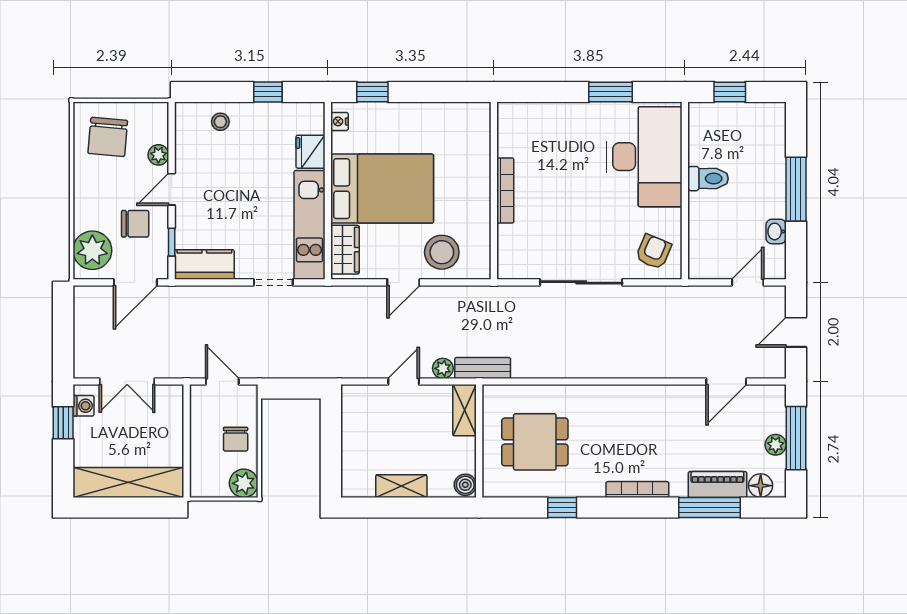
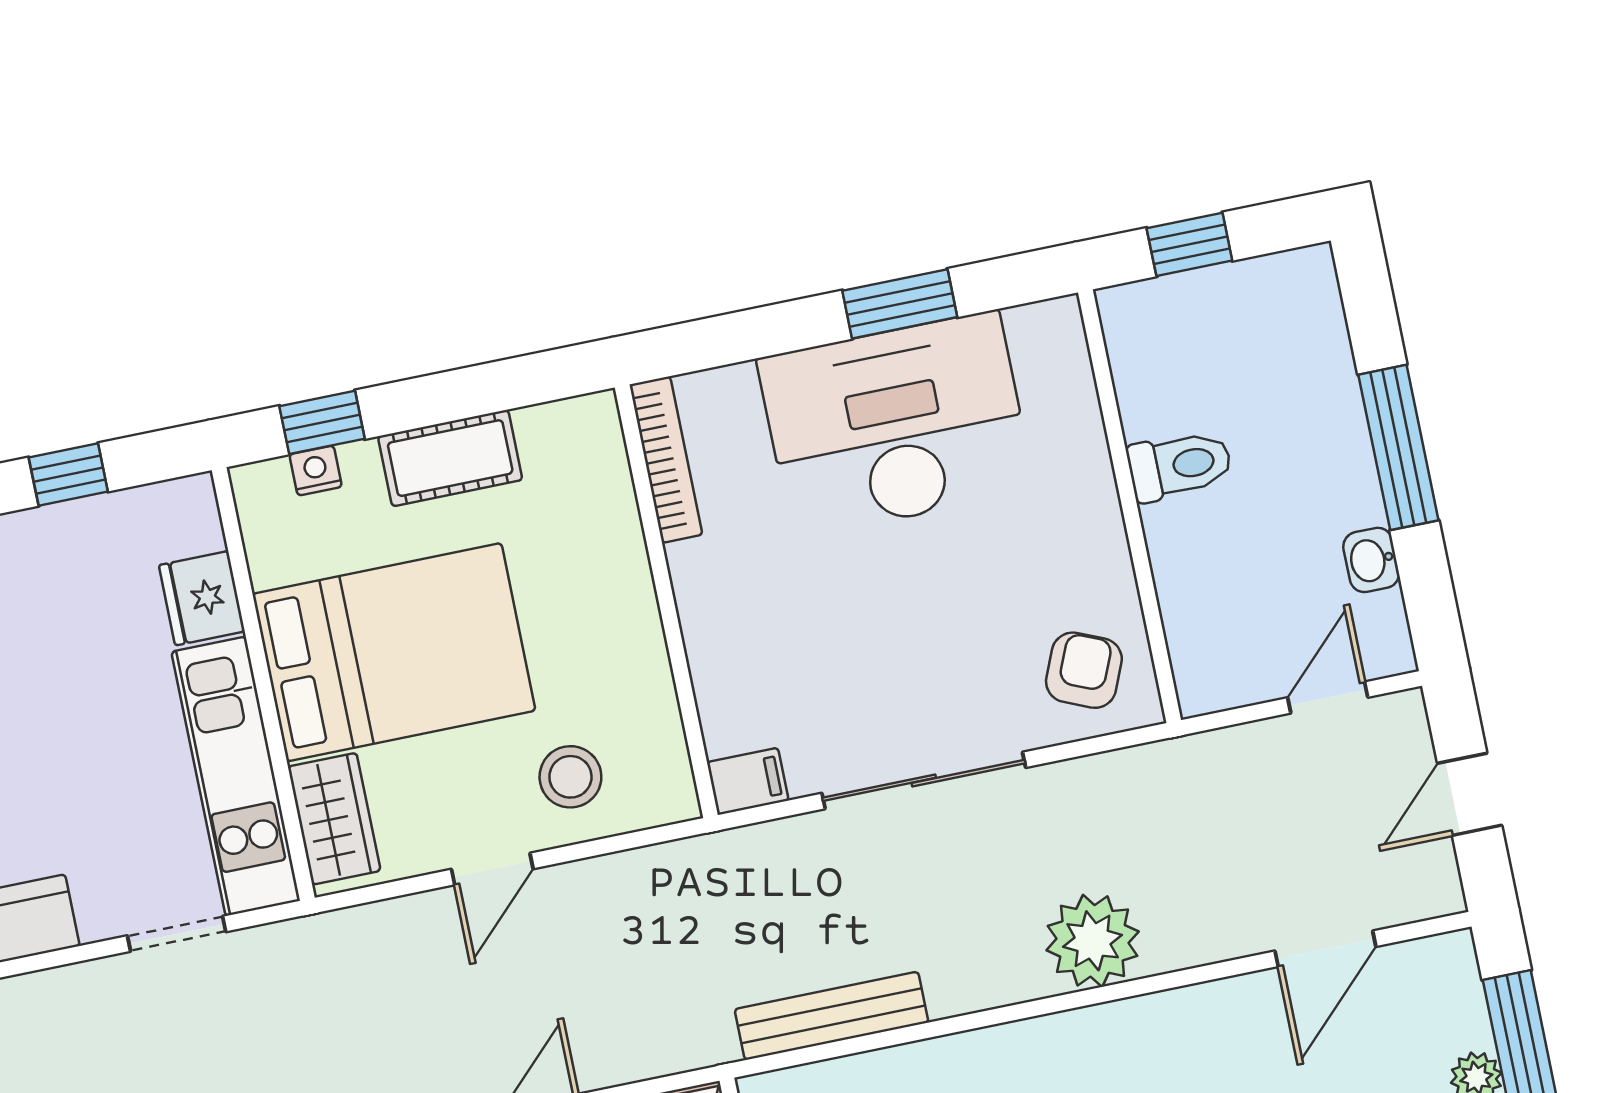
cot: (420, 116) -> (450, 458), added
nightstand: (339, 121) -> (316, 471), moved, turned 90
desk: (644, 157) -> (896, 425), moved, turned -90
bookcase: (505, 190) -> (666, 460), moved
stool: (442, 252) -> (570, 777), width x0.73, depth x0.73
filing cabinet: (512, 268) -> (748, 781), added
plant: (443, 368) -> (1093, 941), moved, width x1.88, depth x1.88
bench: (483, 368) -> (832, 1016), moved, width x1.36

